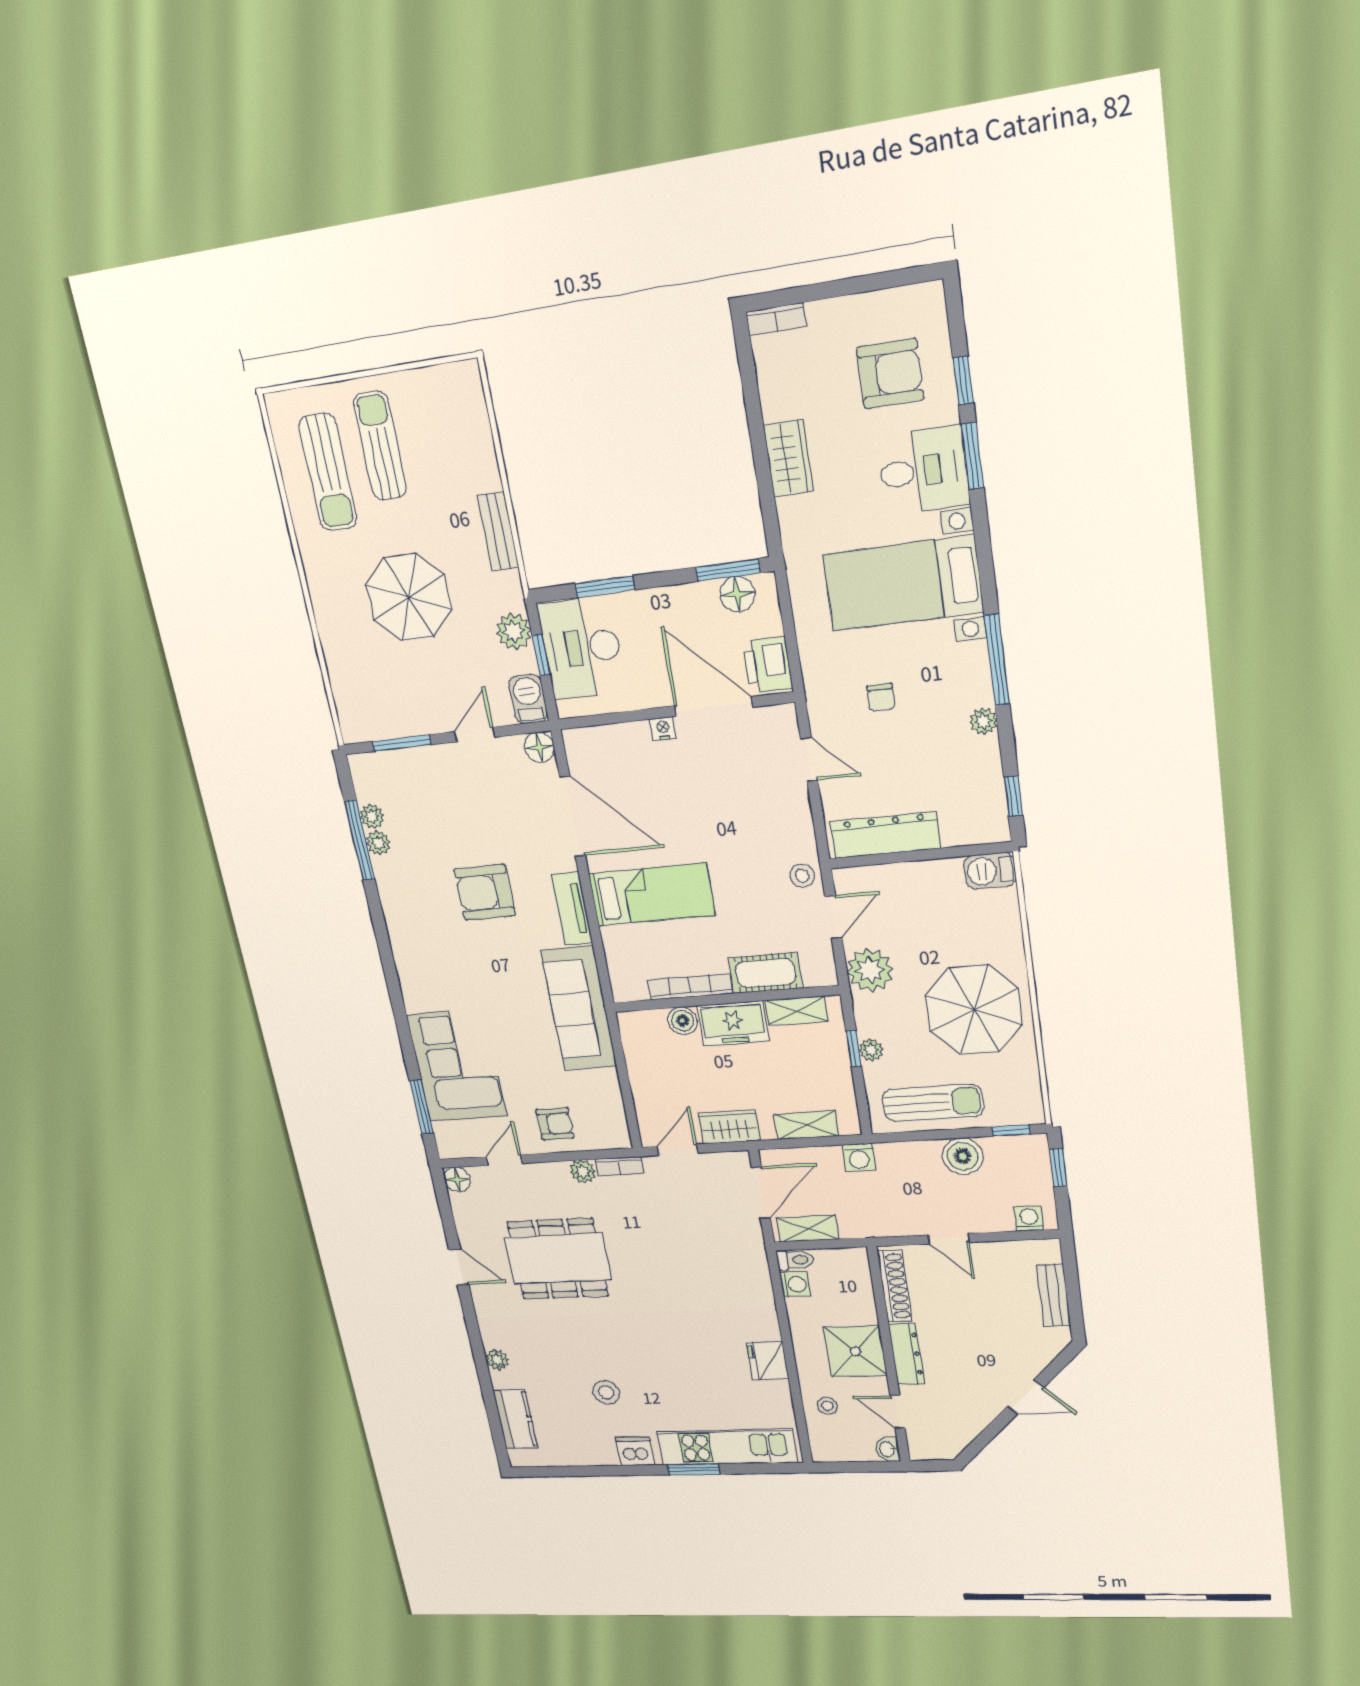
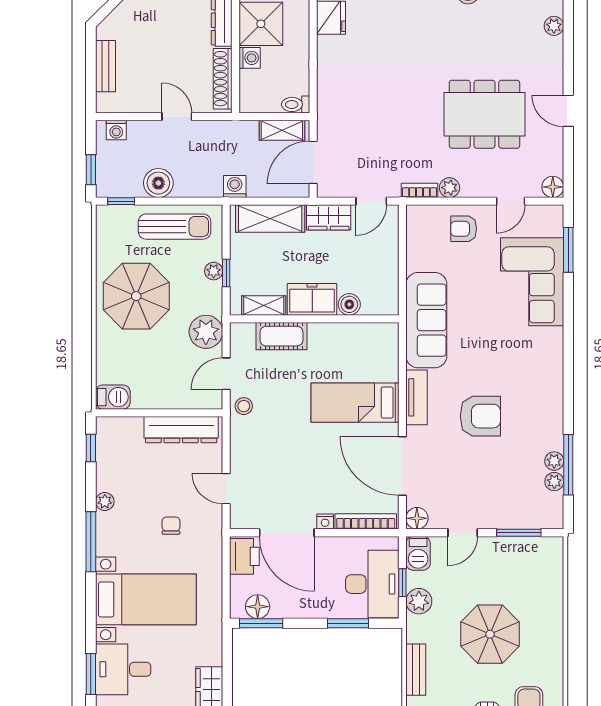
bookcase: (690, 987) -> (366, 521), moved, turned 180
sun lounger: (933, 1103) -> (175, 227), turned 180
shelving: (806, 1125) -> (270, 219), width x1.50, depth x1.33
washing machine: (795, 1284) -> (250, 58), moved, turned 180

